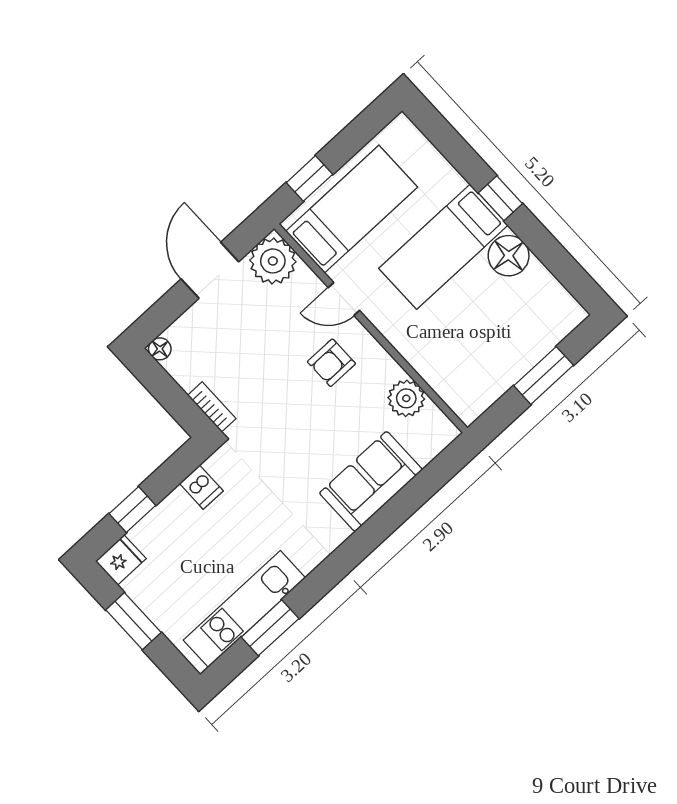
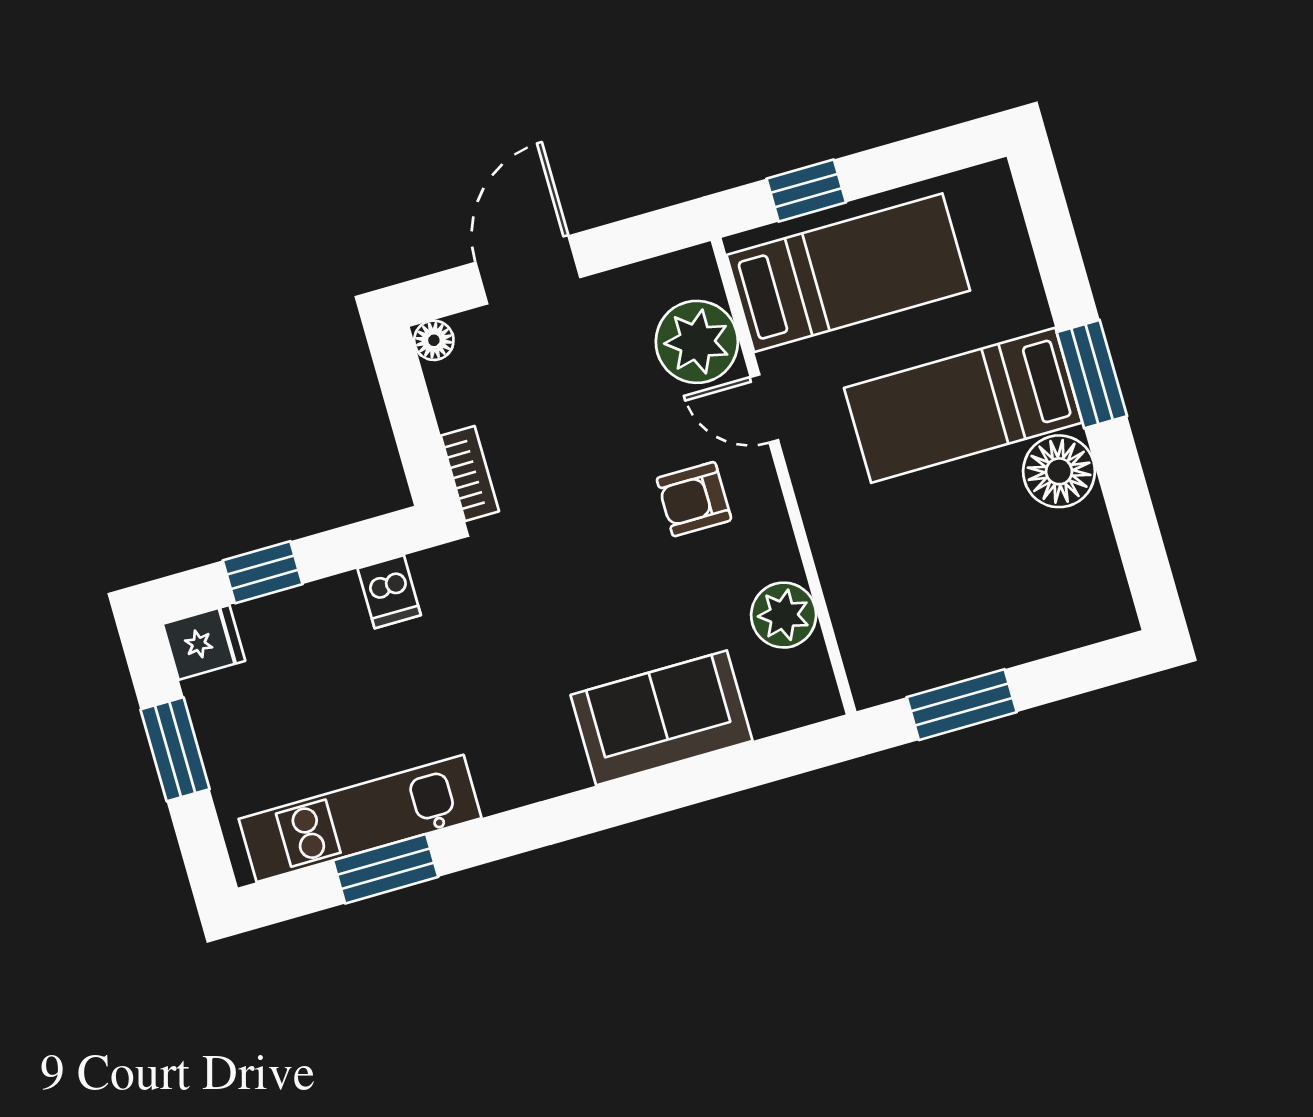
window: (500, 198) -> (1092, 374), width x1.50
plant: (273, 261) -> (697, 342), moved
door: (210, 270) -> (528, 270), moved
window: (544, 375) -> (962, 705), moved

